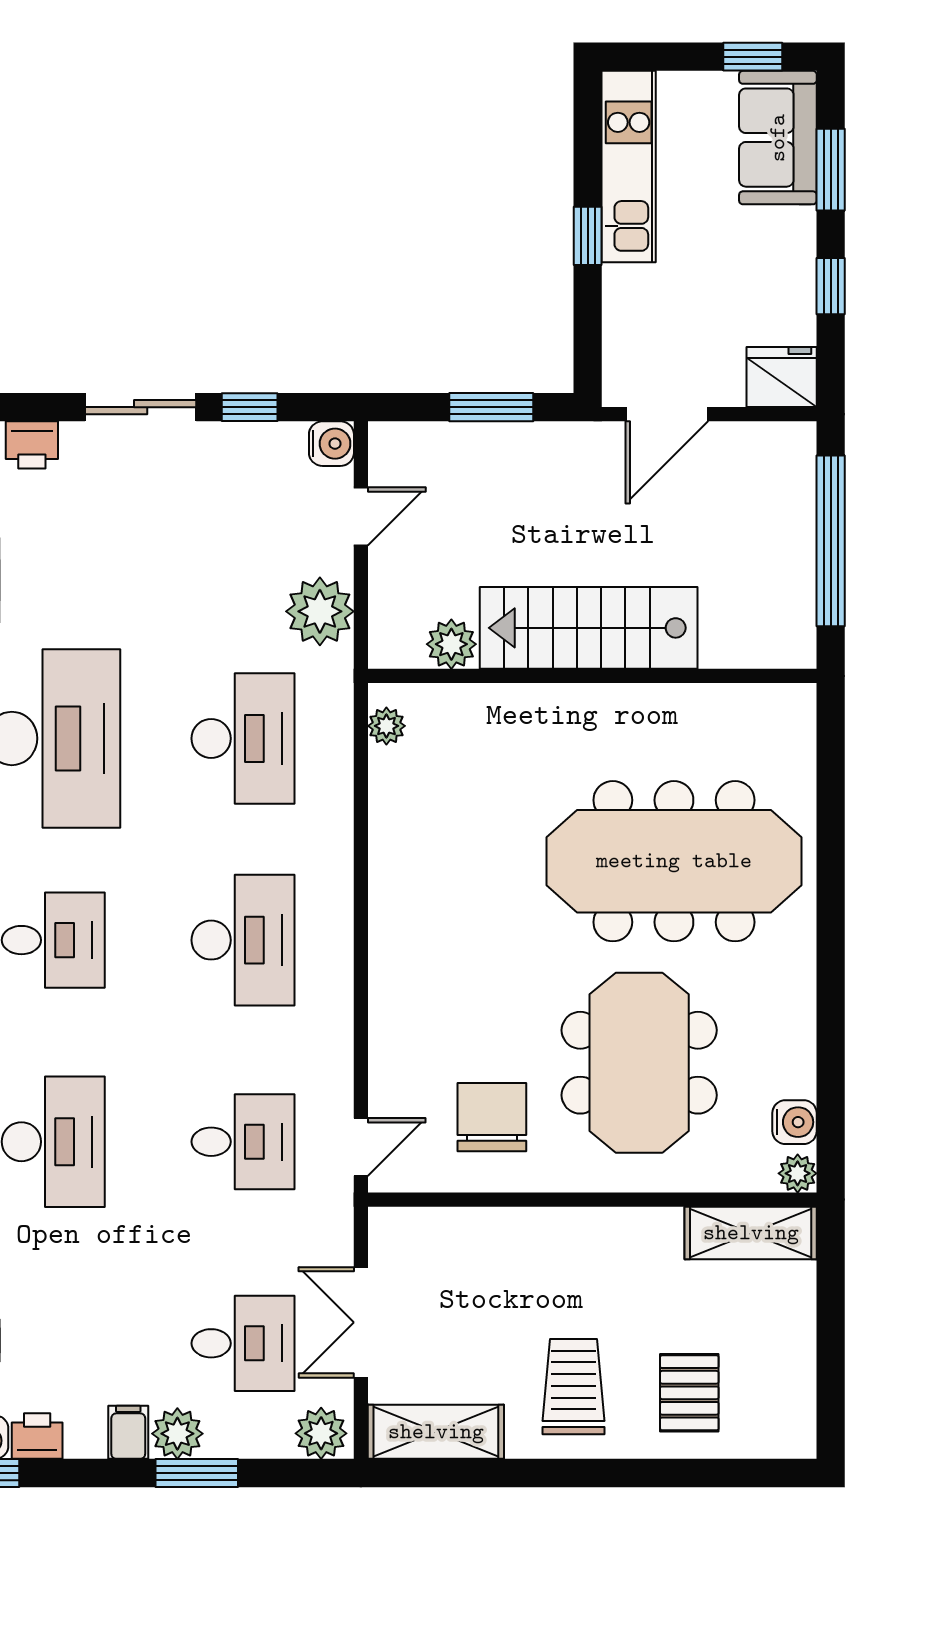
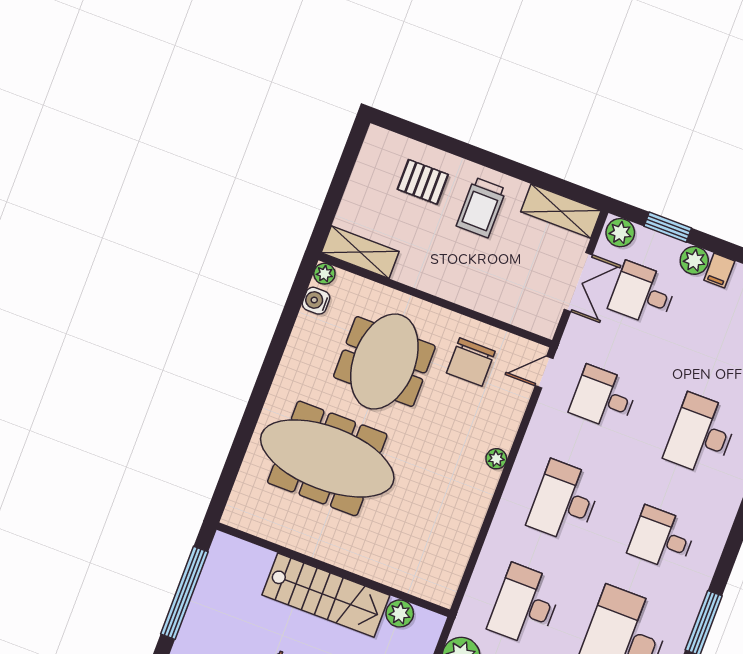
plant: (386, 726) -> (496, 459), moved
pallet: (689, 1393) -> (423, 182), turned 90
window: (197, 1473) -> (668, 227), moved

